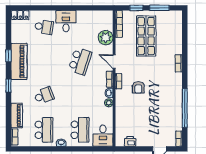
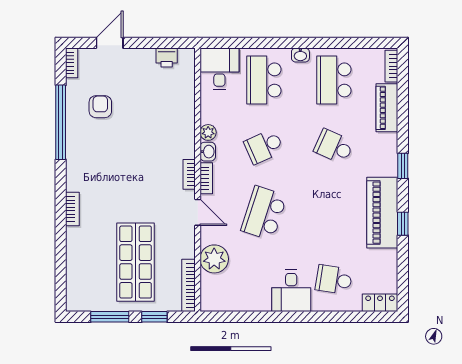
armchair: (138, 87) -> (100, 107), moved
school desk: (44, 96) -> (334, 147), turned 45
school desk: (80, 96) -> (264, 147), added

